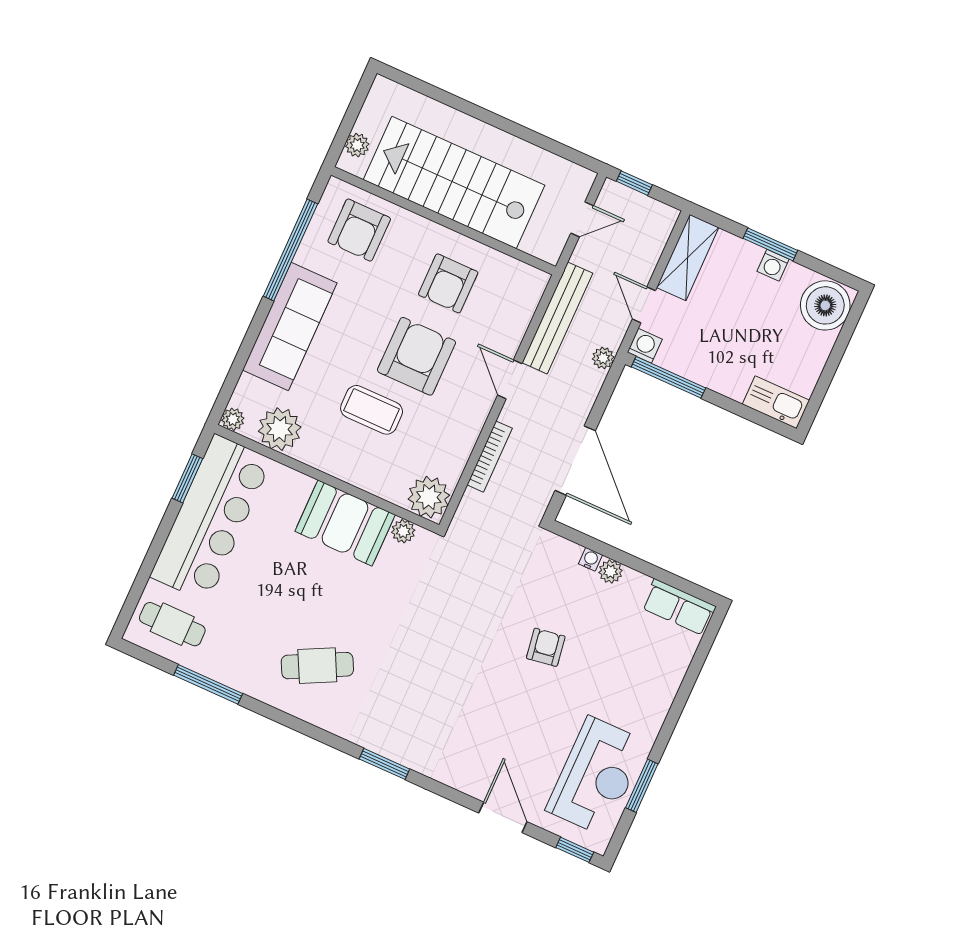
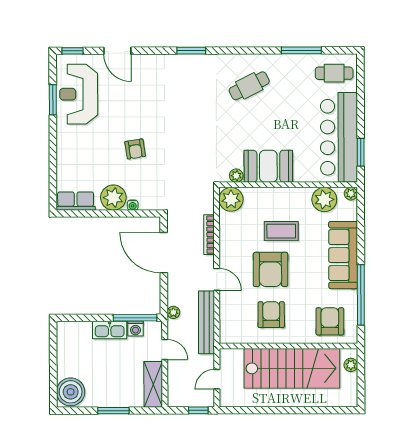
washing machine: (773, 265) -> (107, 400), removed
washing machine: (645, 346) -> (136, 329), moved
kitchen sink: (776, 402) -> (110, 330), moved
plant: (611, 571) -> (113, 198), width x1.88, depth x1.88

